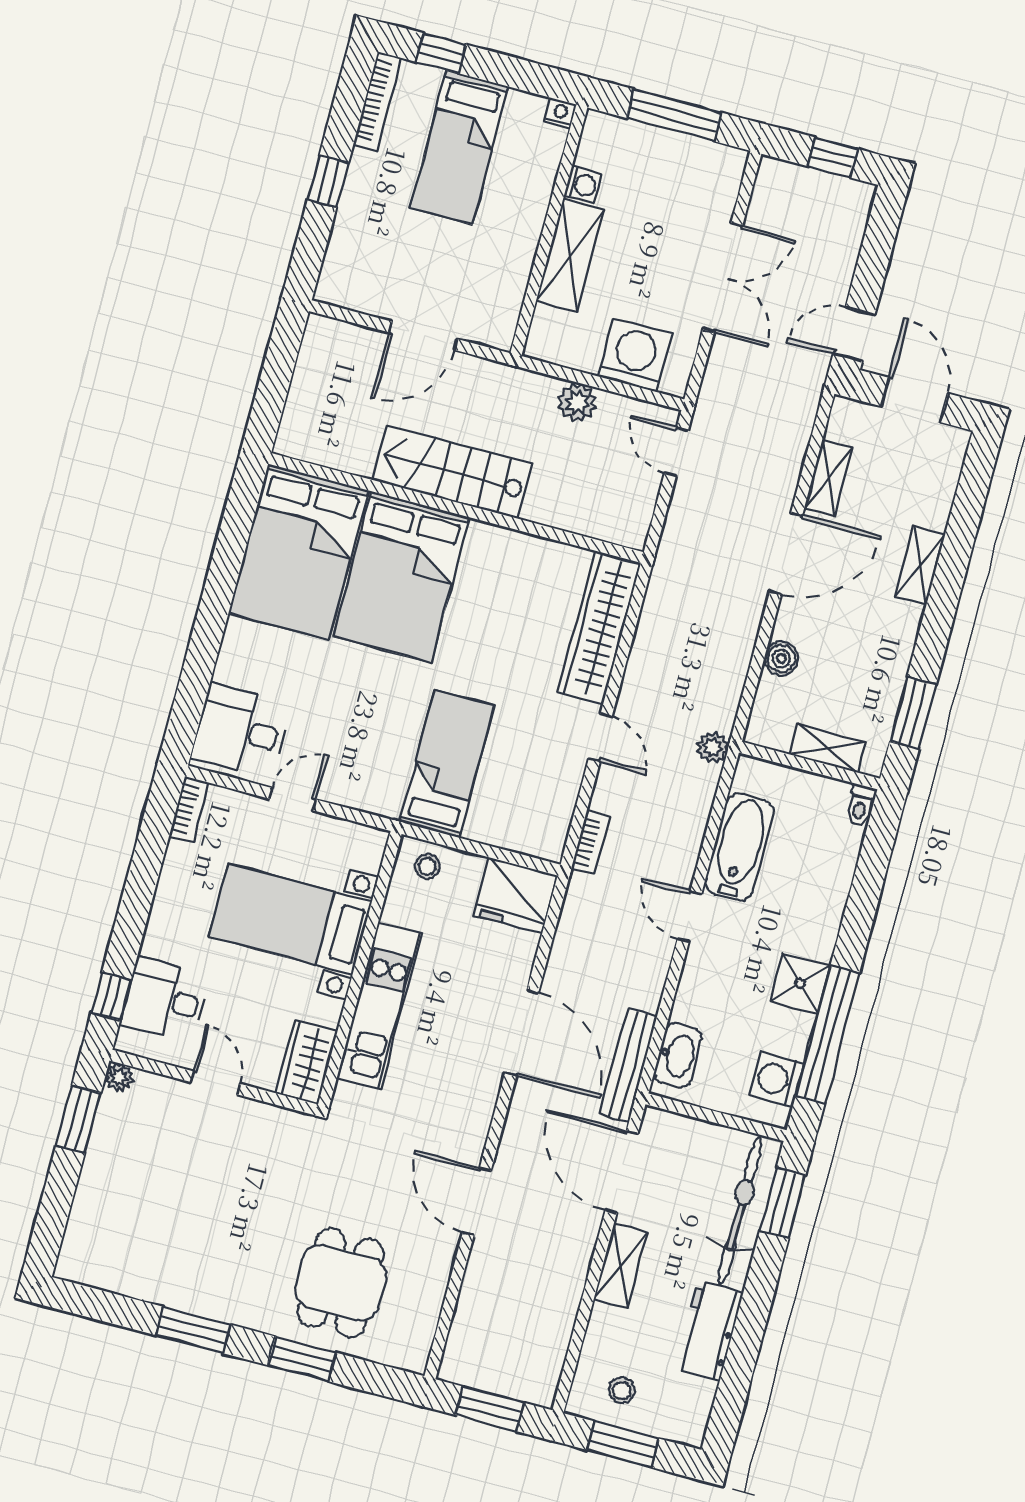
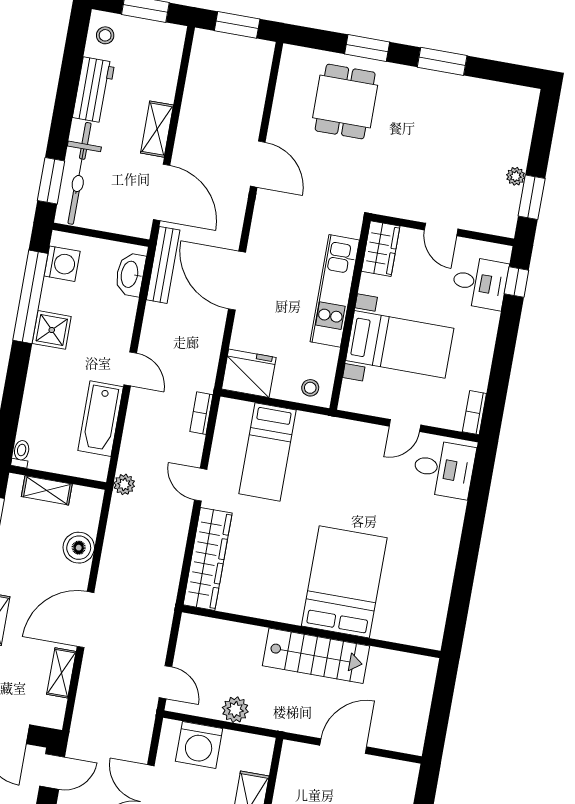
bed: (299, 552) -> (415, 593), removed
boiler: (781, 658) -> (79, 548), width x1.36, depth x1.36
bed: (447, 764) -> (268, 452), moved
plant: (119, 1077) -> (516, 176), moved
stool: (622, 1391) -> (105, 35), moved

